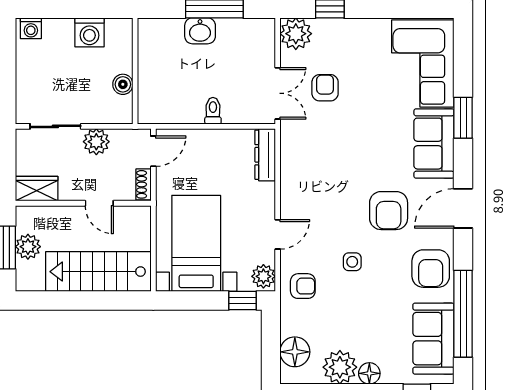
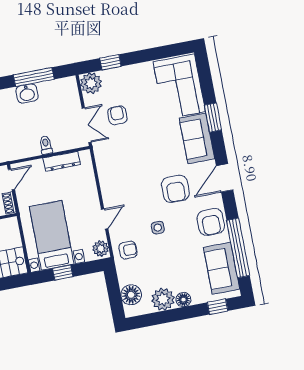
dresser: (265, 155) -> (62, 161), moved, turned -90
window: (243, 300) -> (63, 273), moved

